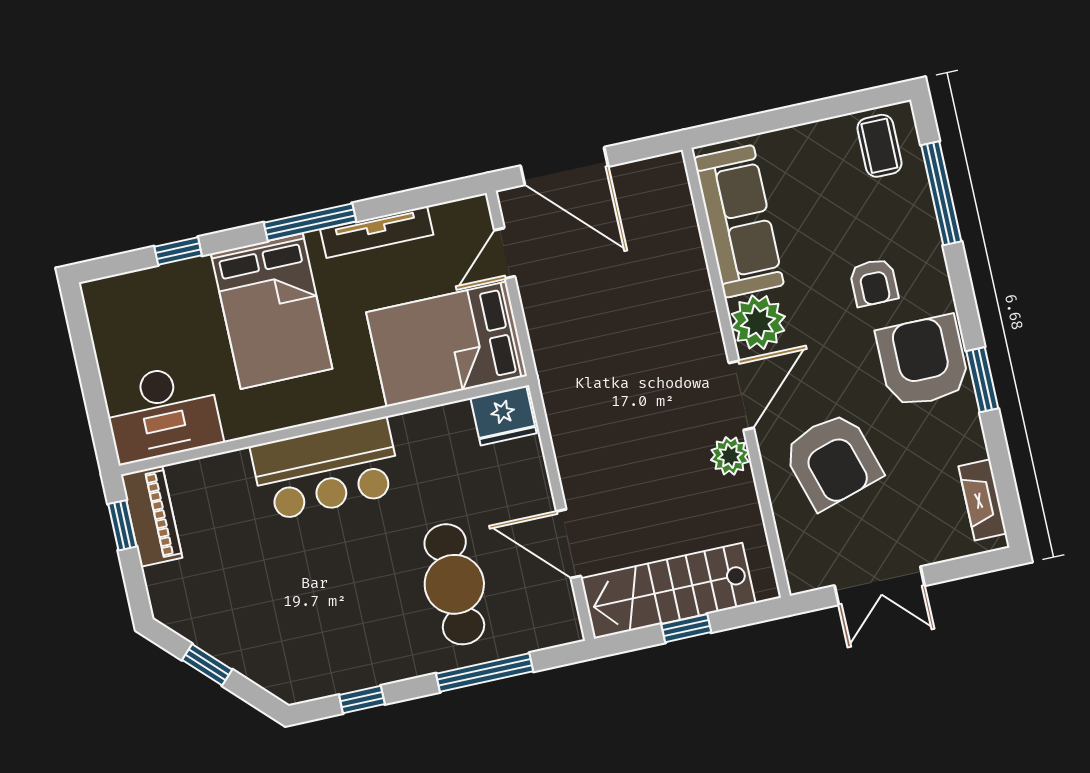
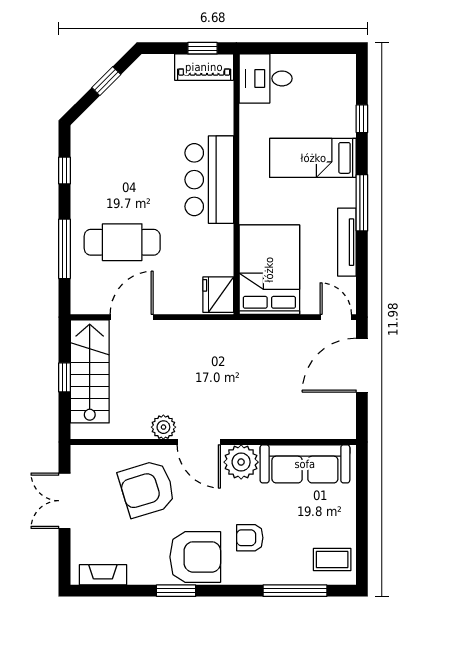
door: (505, 253) -> (336, 317), moved
bed: (272, 311) -> (313, 158), width x0.67
desk: (163, 413) -> (266, 78), width x0.73

